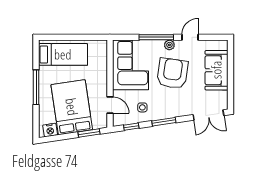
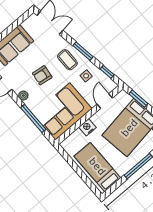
window: (156, 37) -> (33, 118), moved
armchair: (172, 73) -> (42, 75), width x0.53, depth x0.53
nightstand: (101, 74) -> (87, 127), added
coffee table: (168, 104) -> (67, 60), added

